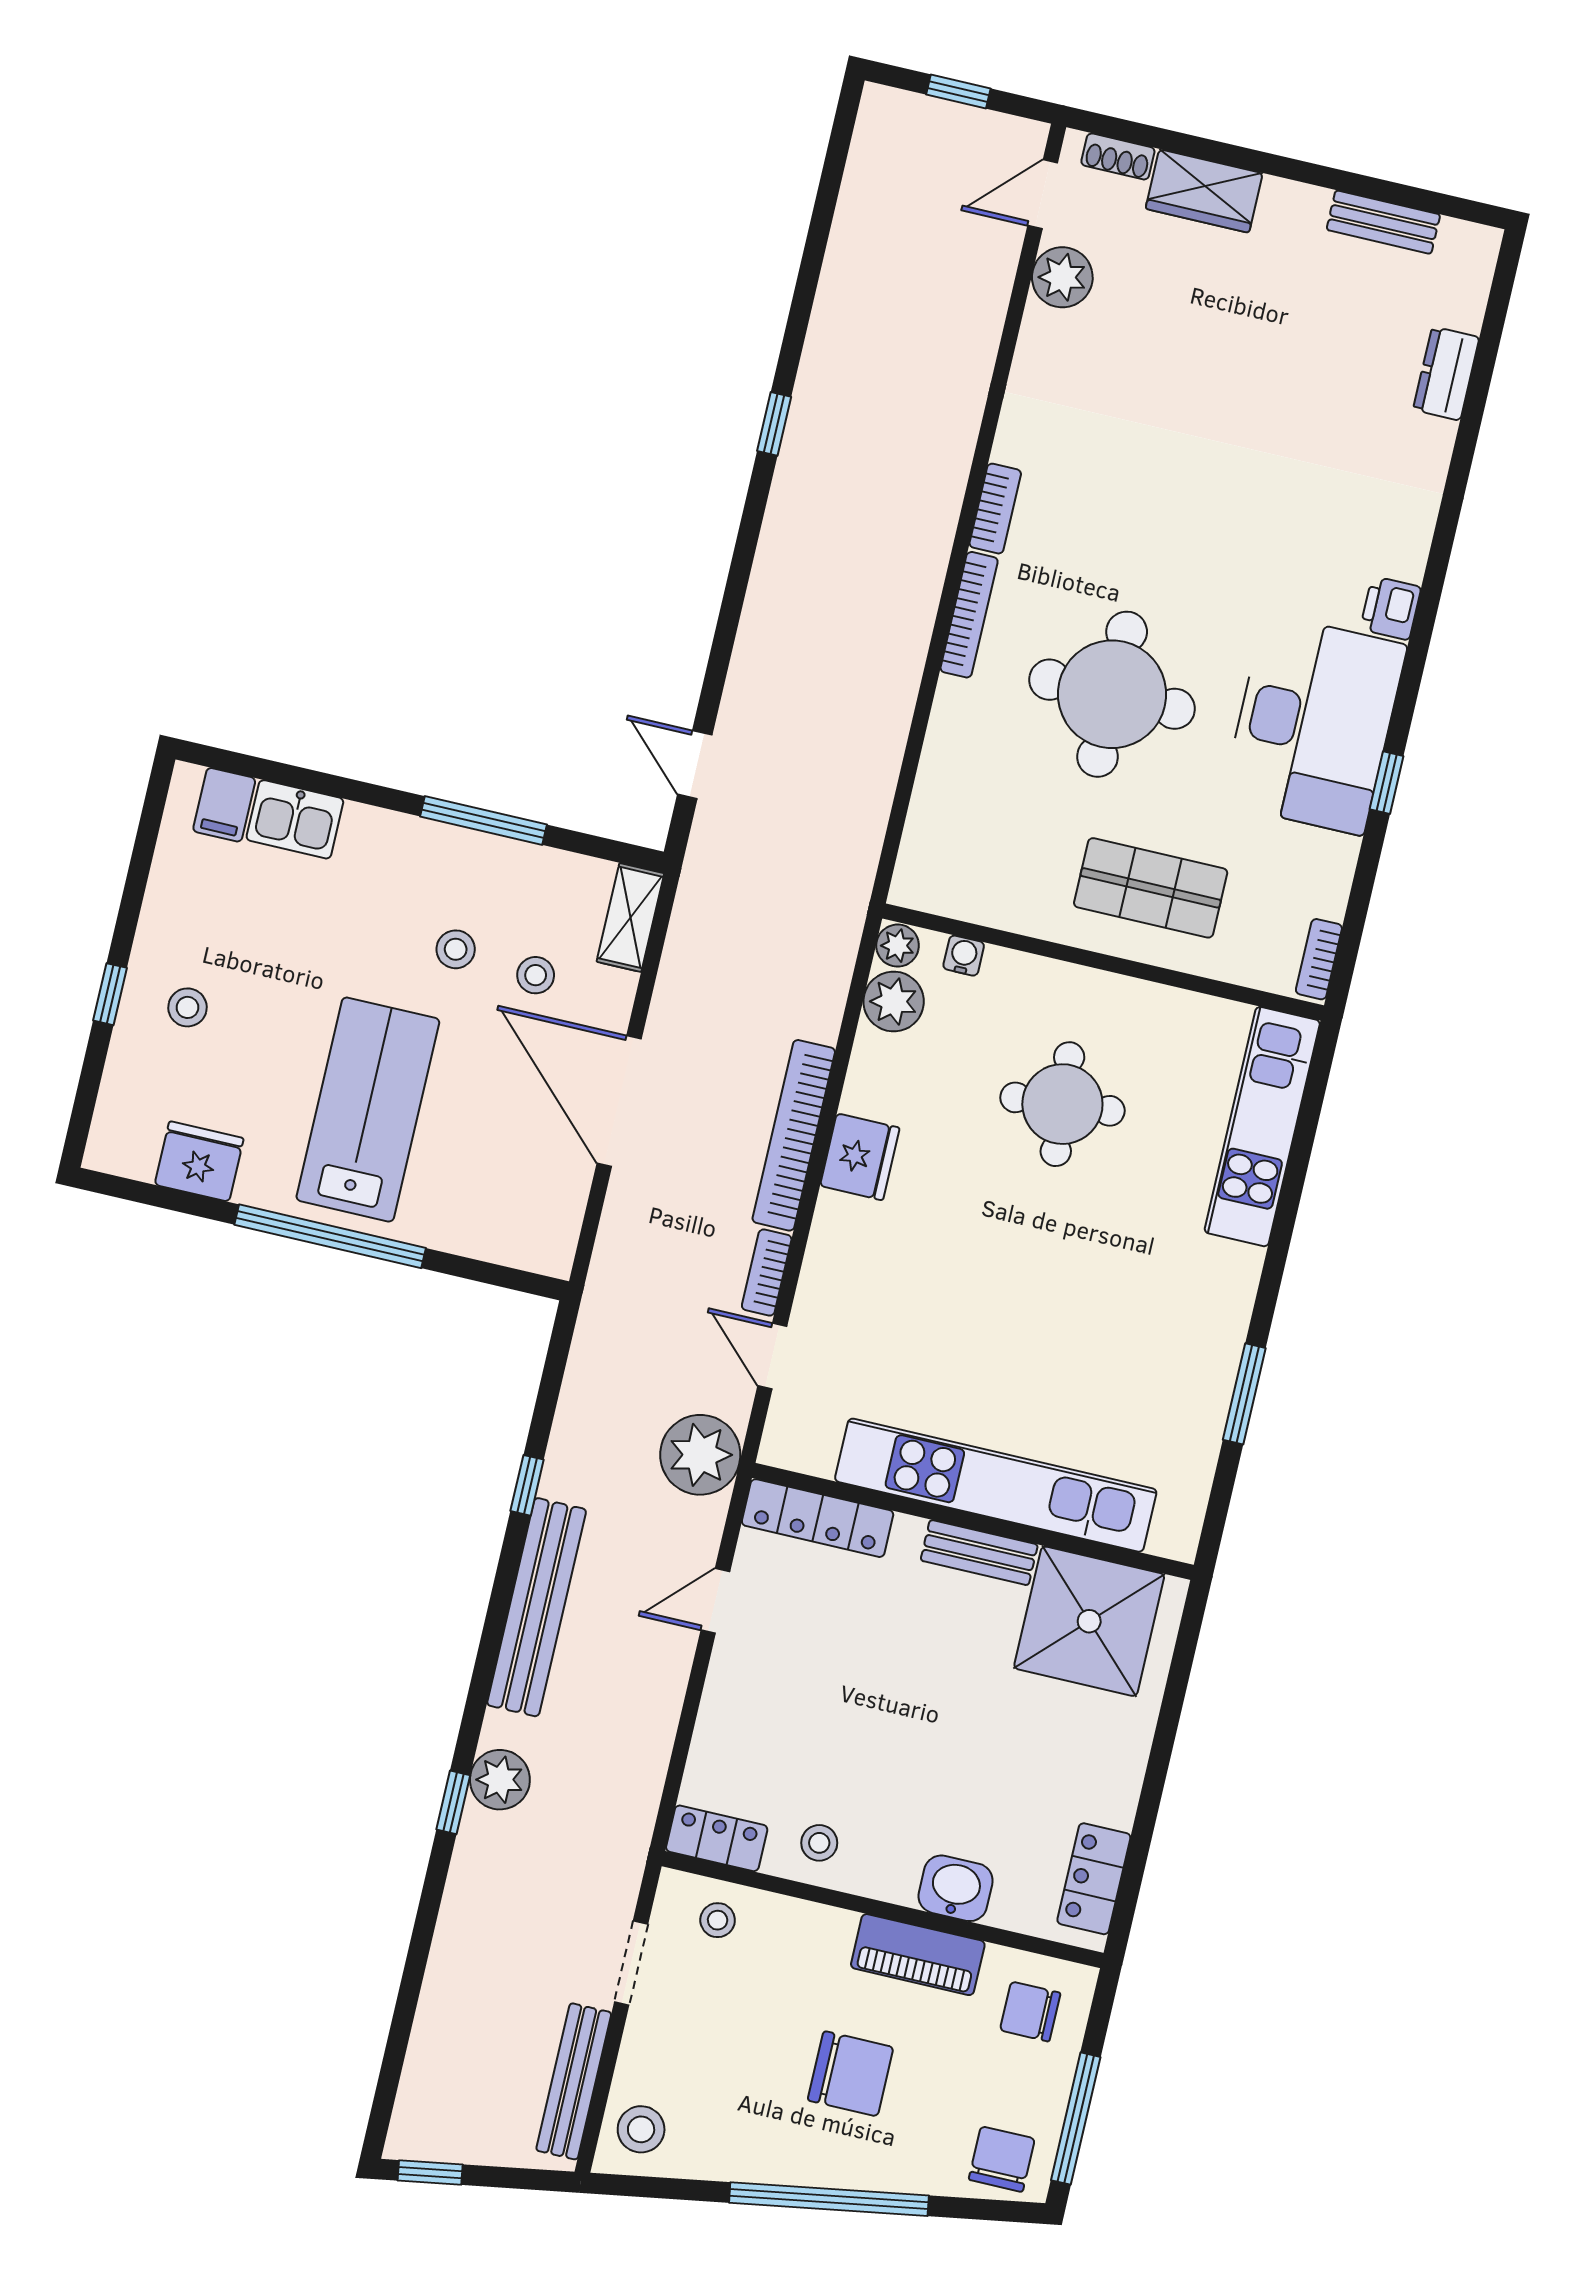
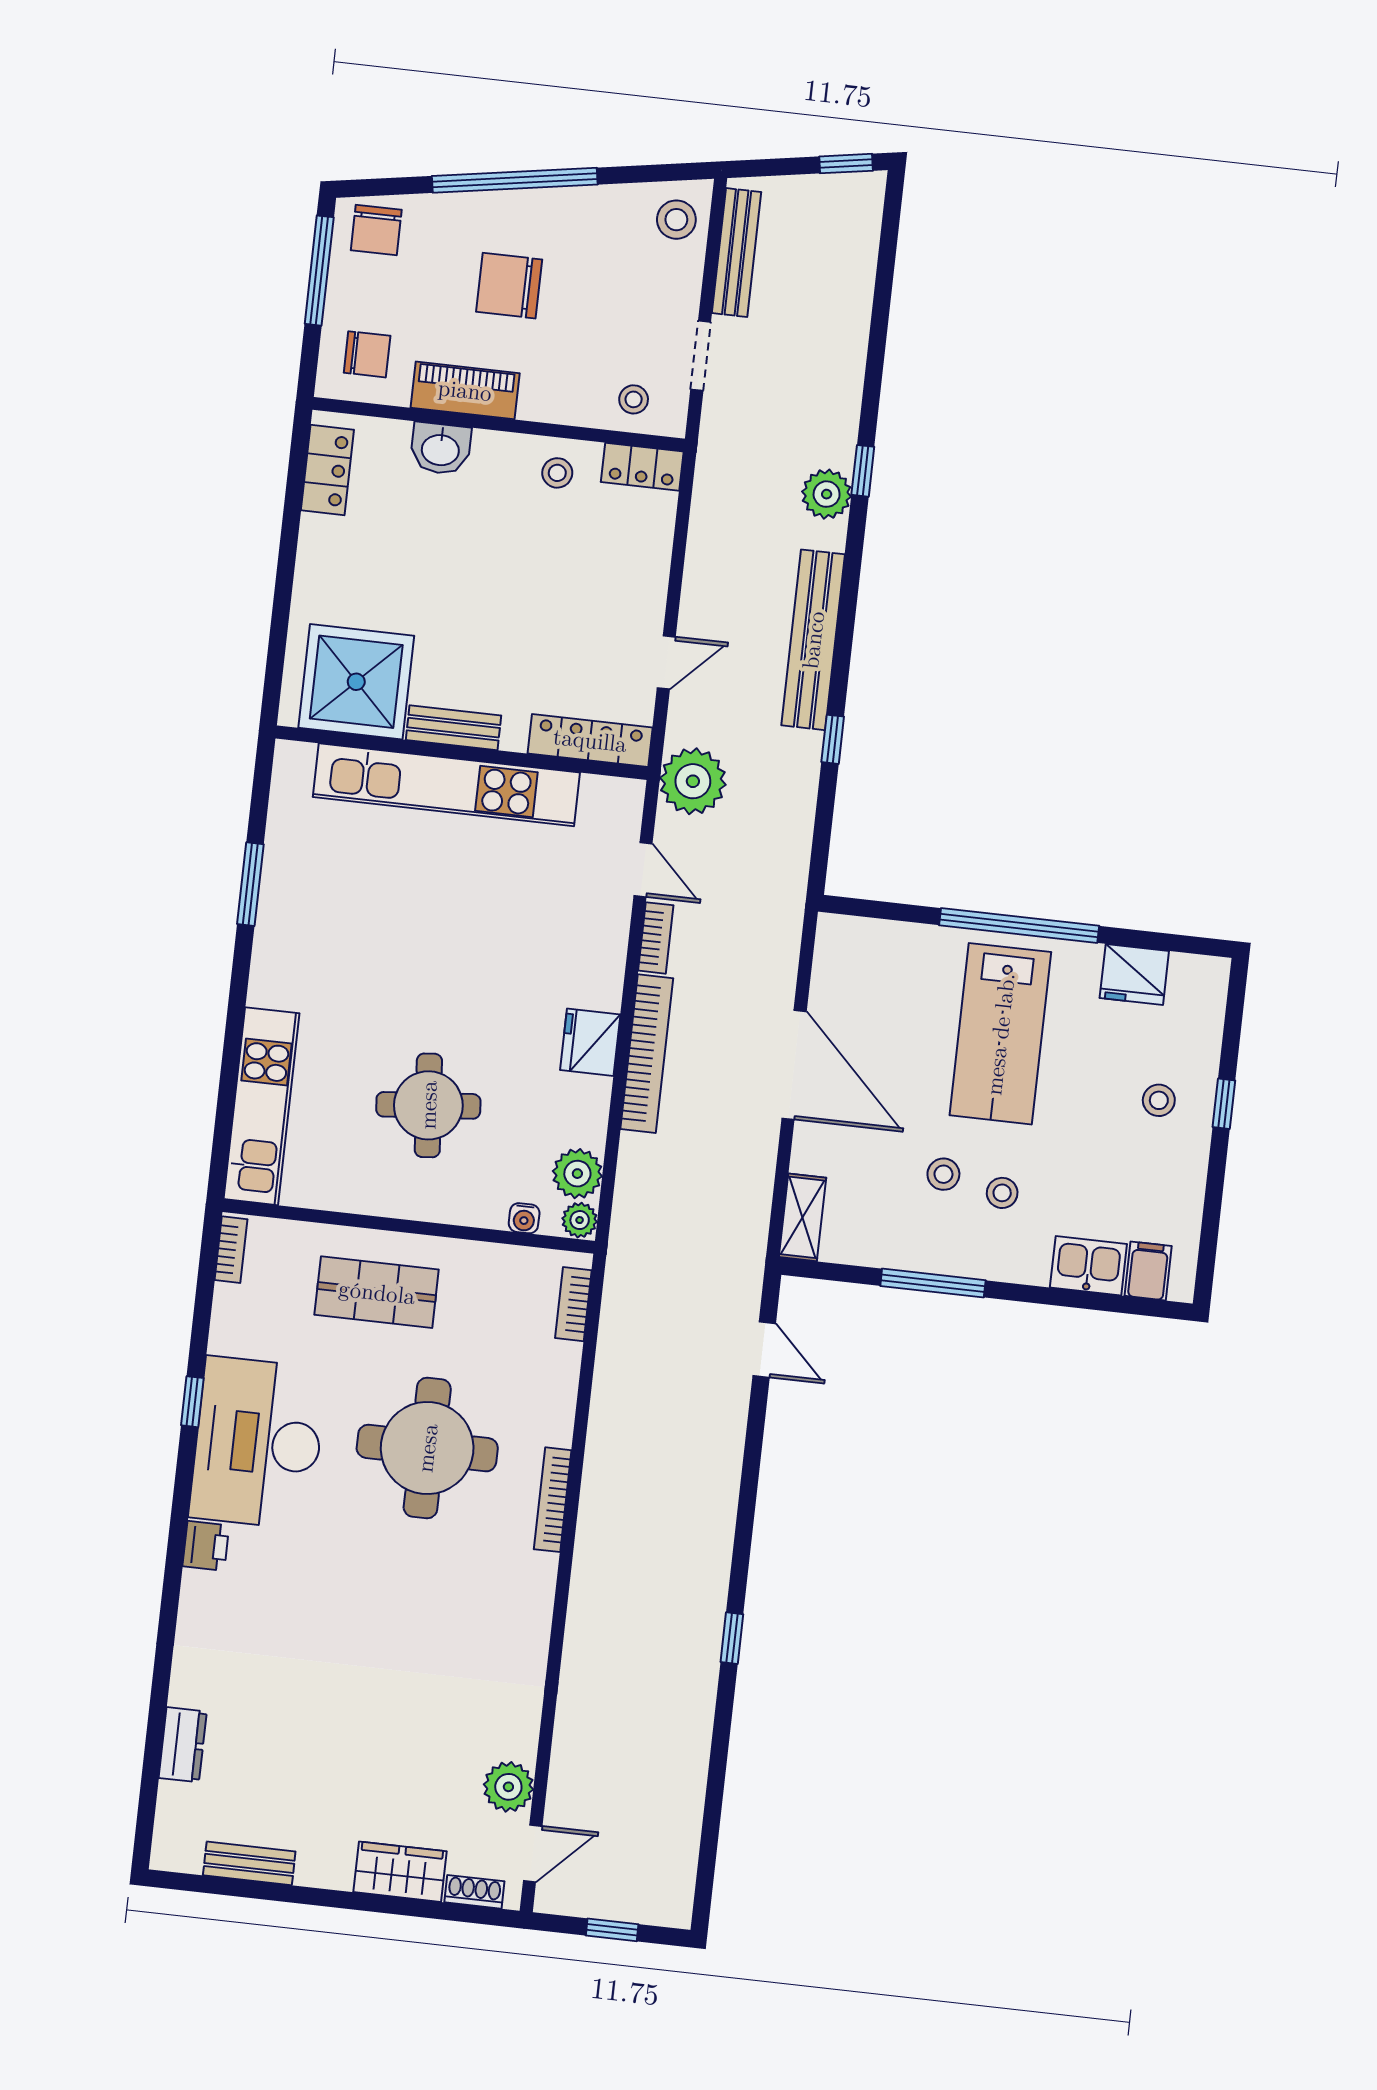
bookcase: (995, 509) -> (573, 1304), moved
stool: (536, 975) -> (1002, 1193), moved

